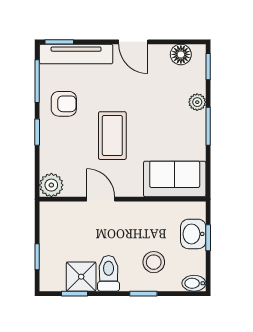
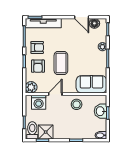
door: (133, 42) -> (82, 17), moved
armchair: (65, 142) -> (38, 66), added
door: (101, 199) -> (55, 94), hinge flipped
washing machine: (67, 216) -> (39, 102), added
stool: (154, 262) -> (77, 104), moved
toilet: (109, 273) -> (32, 130), moved

